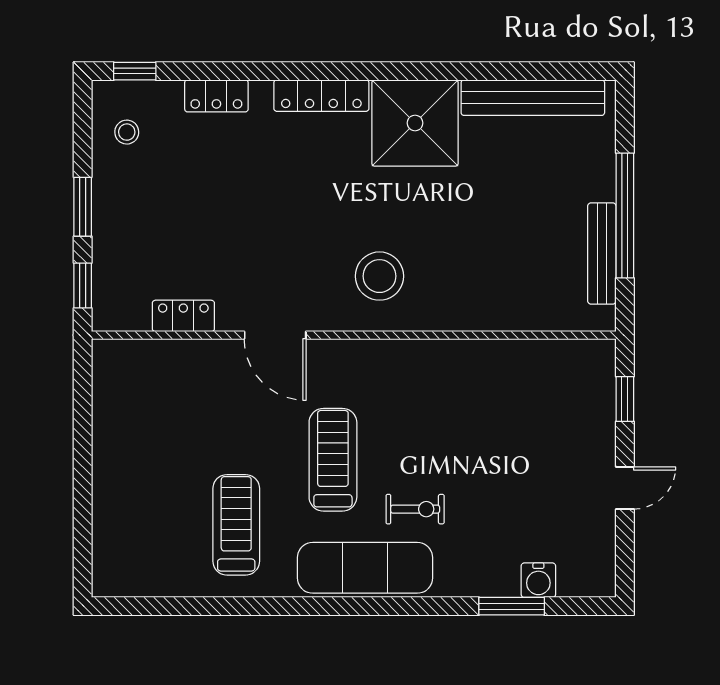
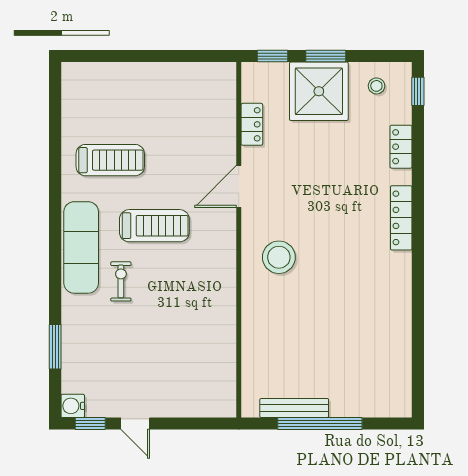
bench: (533, 98) -> (400, 361), removed
shower: (415, 123) -> (319, 91), moved
window: (625, 399) -> (90, 424), moved
exercise bike: (415, 509) -> (121, 281), turned 180
water cooler: (538, 580) -> (73, 406), moved

